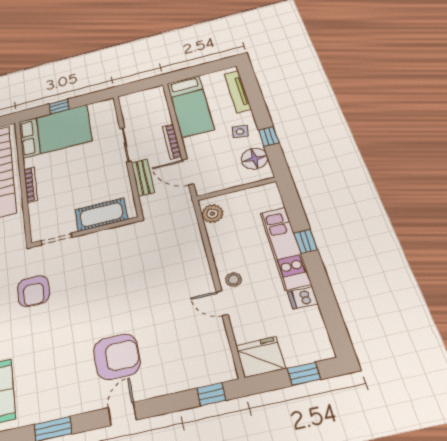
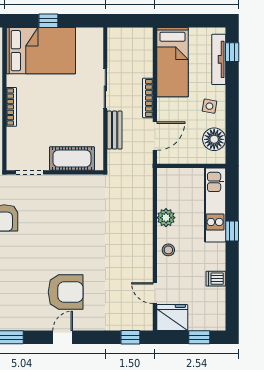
window: (269, 136) -> (232, 52), moved
door: (188, 172) -> (155, 136), swing flipped
plant: (212, 214) -> (166, 218), moved
kitchen unit: (285, 248) -> (215, 205), moved
door: (222, 303) -> (155, 293), moved

